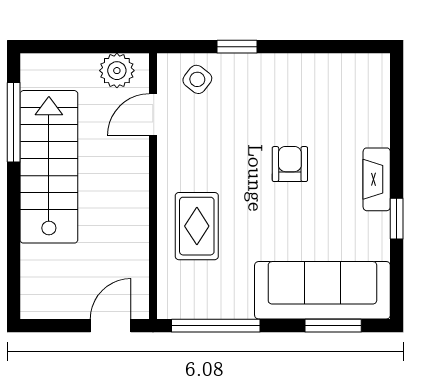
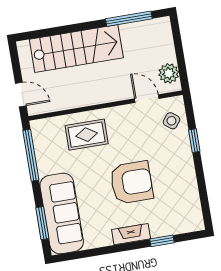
armchair: (290, 164) -> (131, 182), width x1.88, depth x1.88
stairs: (49, 167) -> (76, 49), moved
window: (397, 219) -> (162, 241), moved

